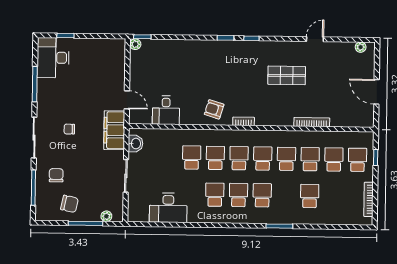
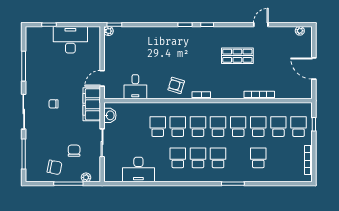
desk: (53, 58) -> (70, 40), moved, turned 90
door: (127, 100) -> (102, 78), swing flipped
chair: (56, 175) -> (74, 151), moved

